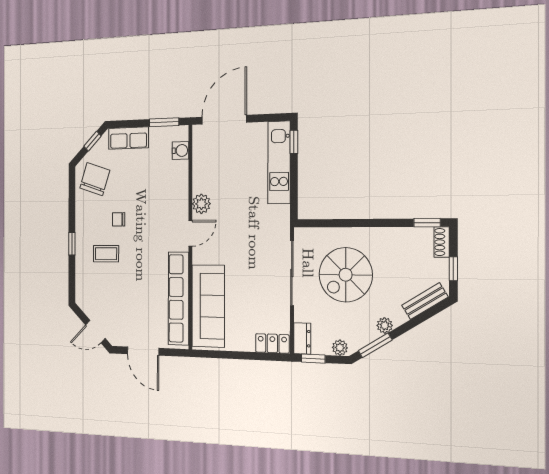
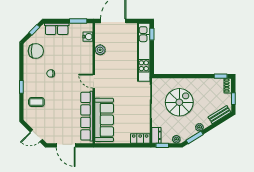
kitchen unit: (279, 162) -> (144, 52), width x1.36
chair: (95, 179) -> (36, 51), turned 72
plant: (201, 204) -> (100, 50), moved
door: (190, 233) -> (94, 81), swing flipped
coffee table: (106, 254) -> (36, 102), moved
spiral stairs: (346, 275) -> (179, 102), turned 180

